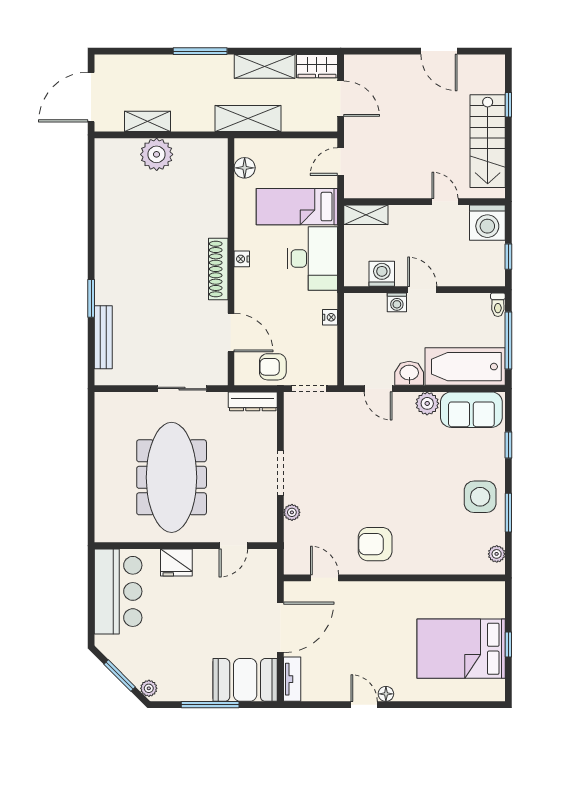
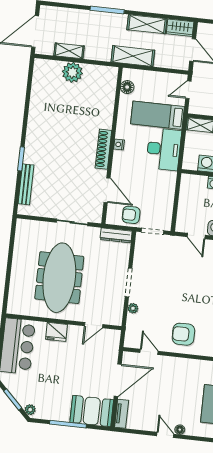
nightstand: (330, 317) -> (171, 188), removed

